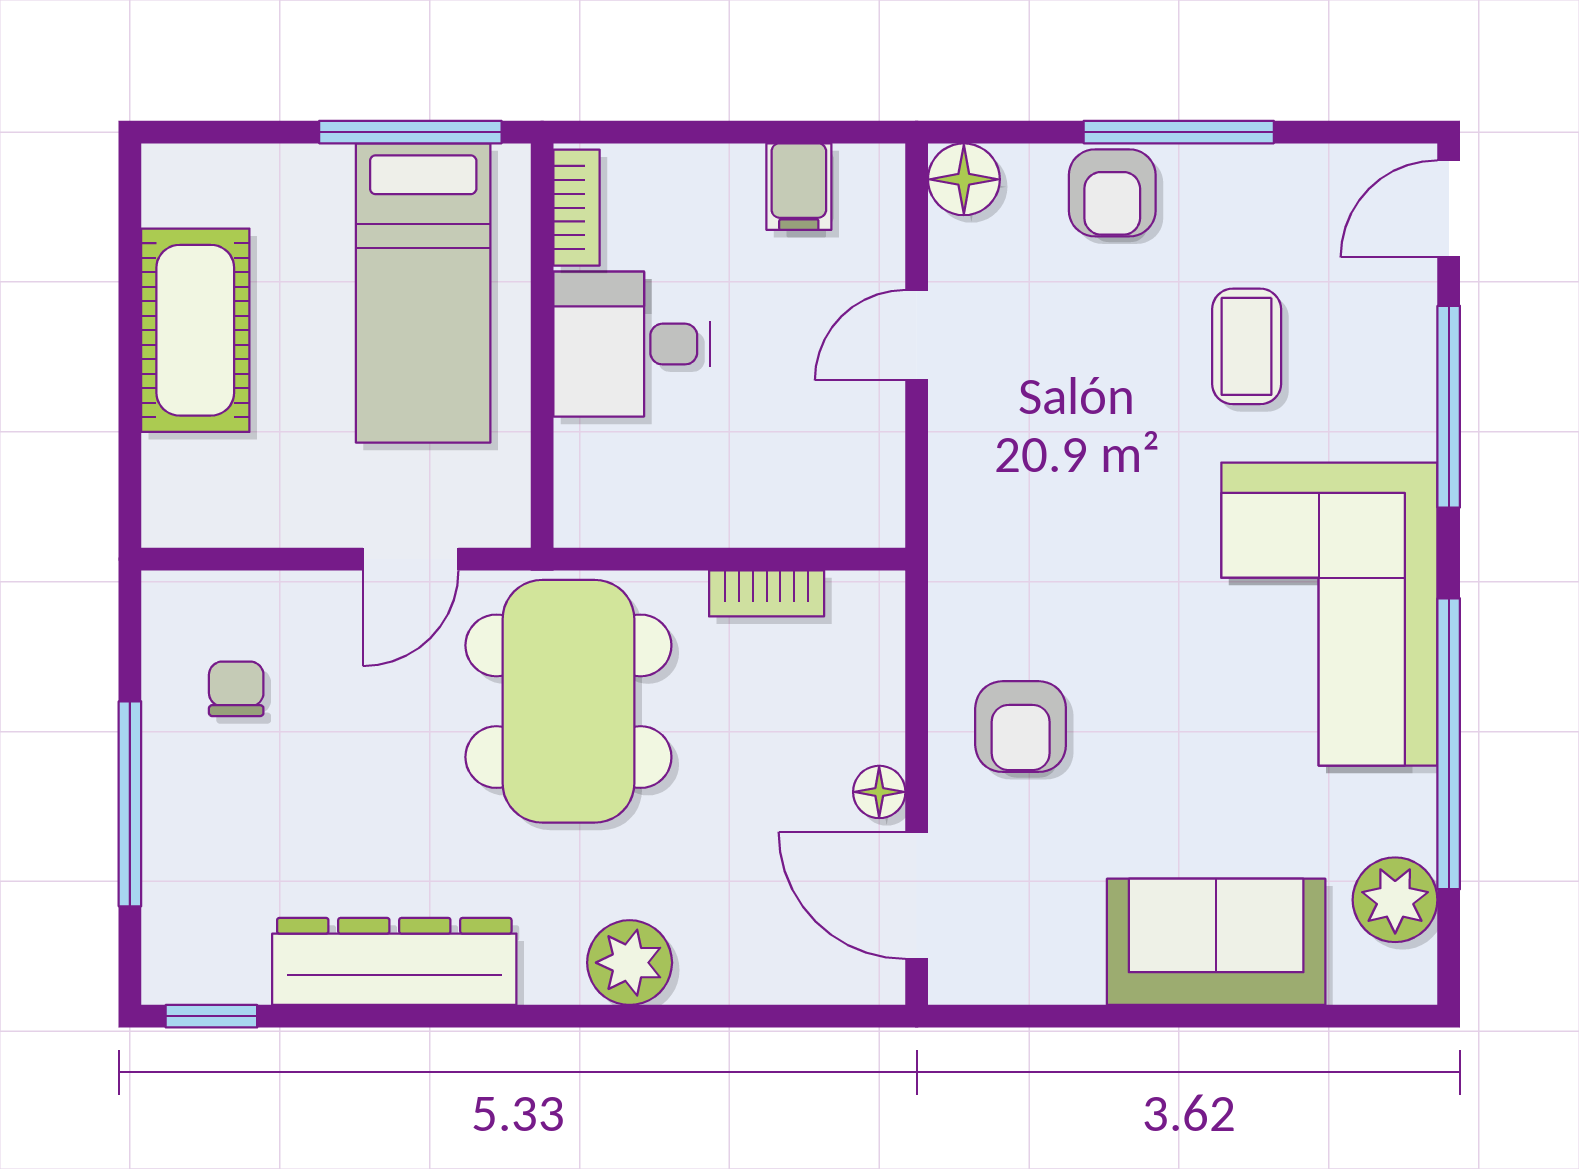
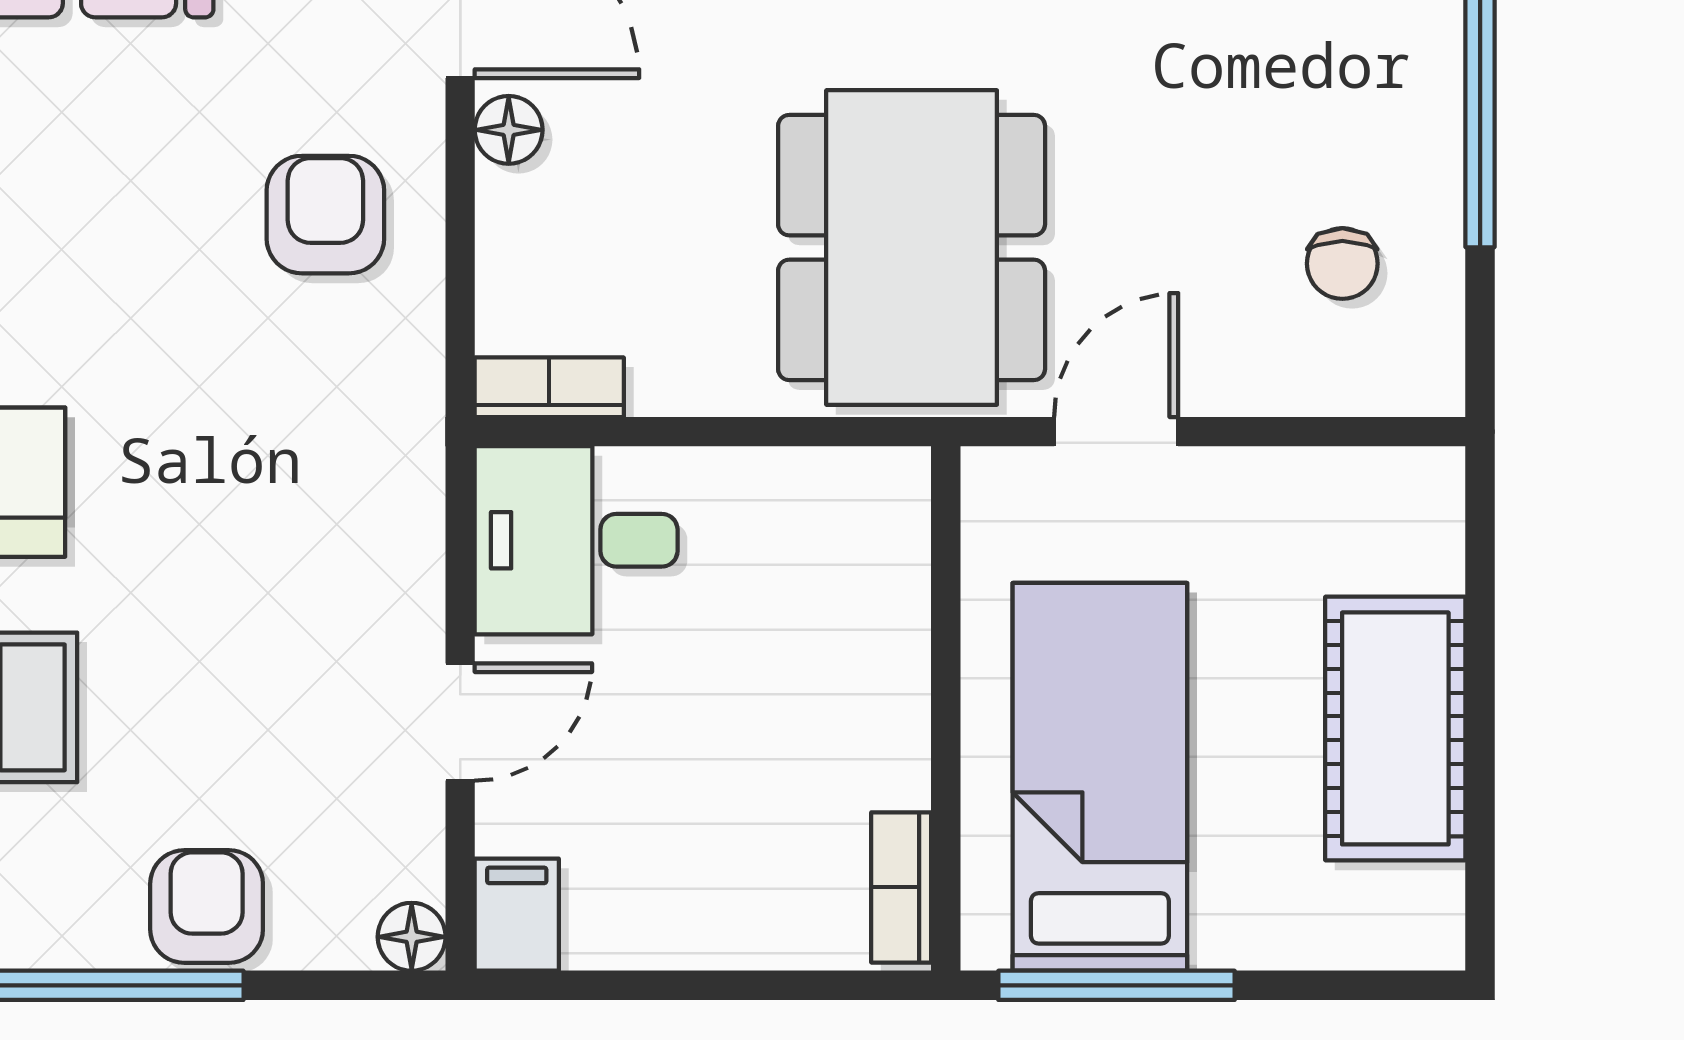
floor lamp: (964, 179) -> (412, 937), width x0.73, depth x0.73
filing cabinet: (799, 187) -> (517, 915), moved
desk: (632, 344) -> (576, 540), moved, turned 180
bookcase: (767, 593) -> (549, 387), moved

